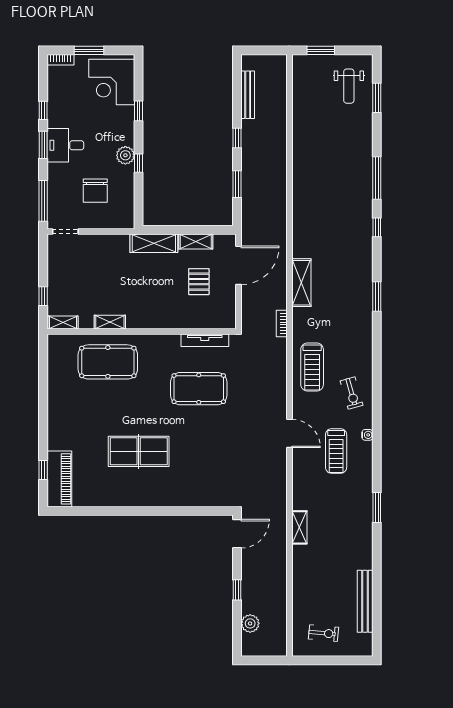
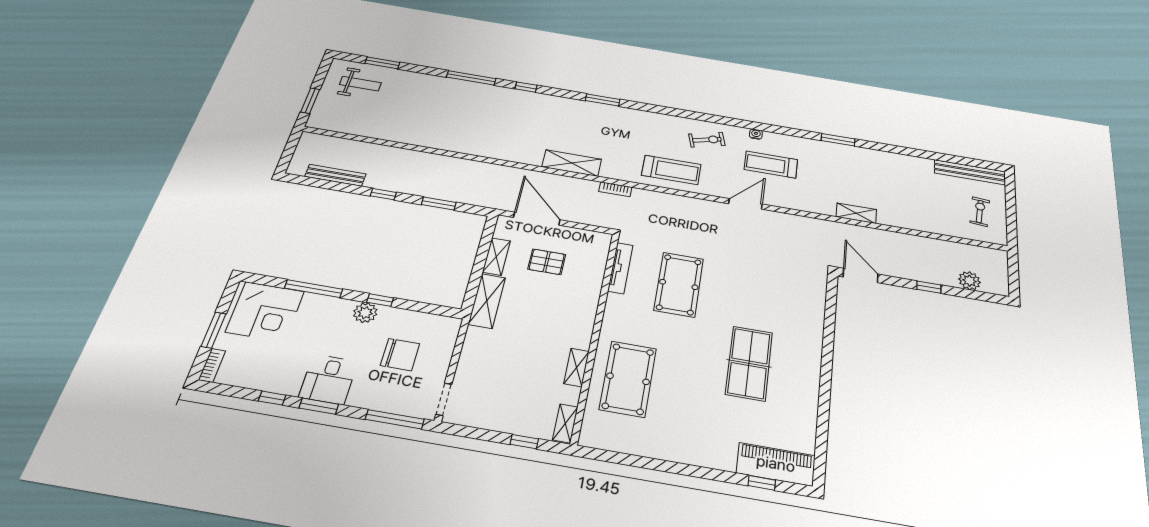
window: (139, 111) -> (314, 289), width x2.17
treadmill: (336, 451) -> (771, 165), turned 180
bench: (365, 601) -> (970, 172), moved

